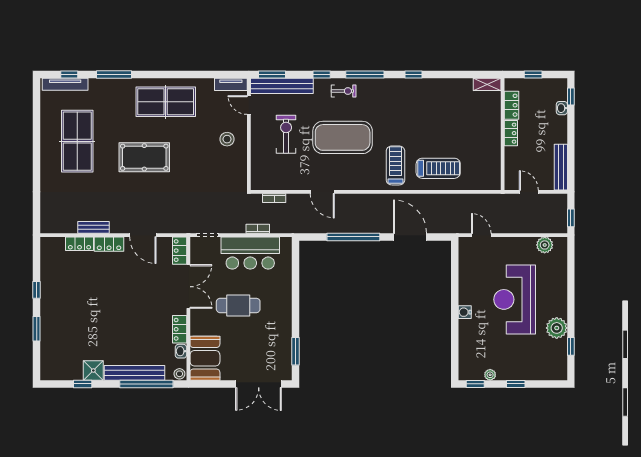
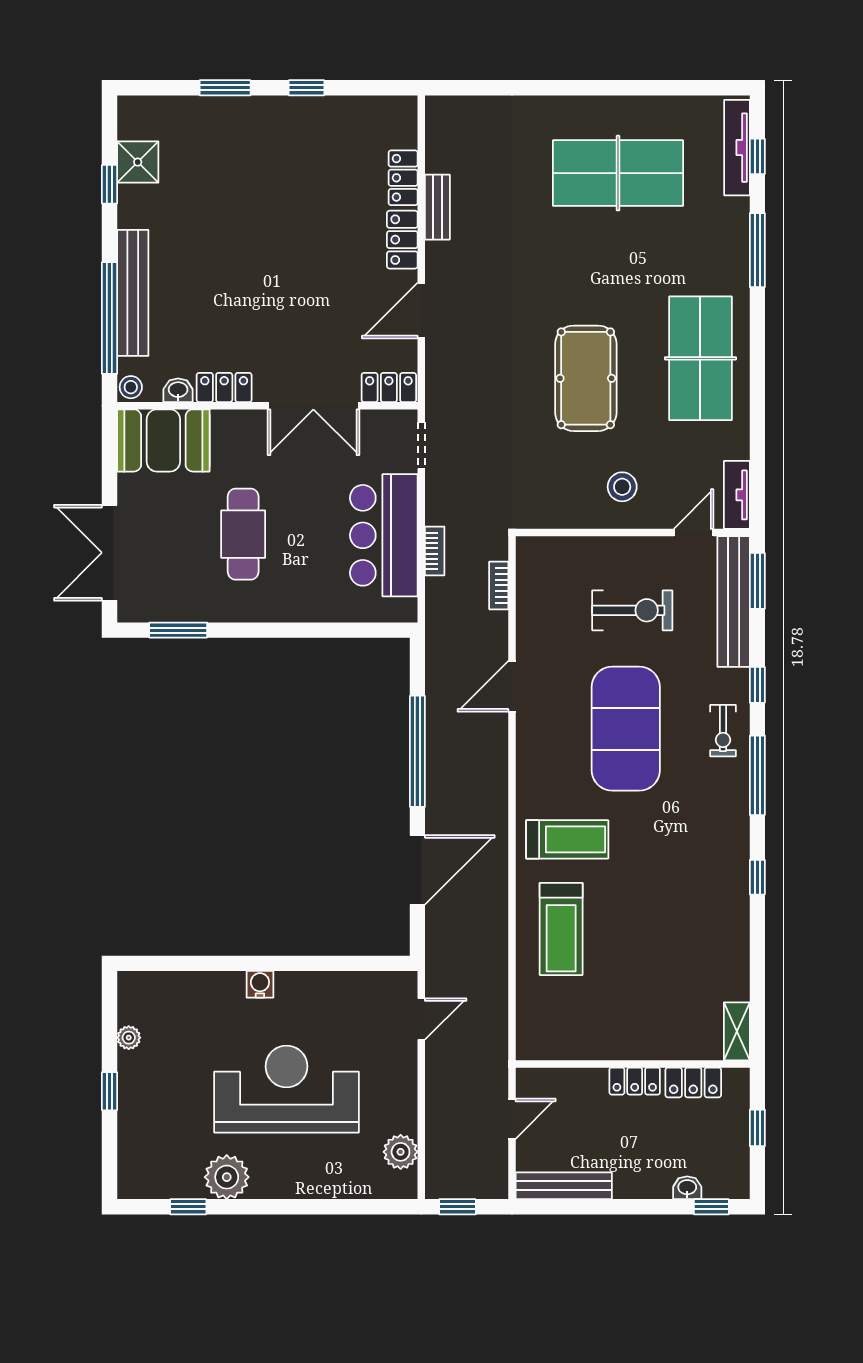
pool table: (144, 157) -> (586, 378), moved
cafe table: (238, 305) -> (243, 534), moved
shower: (93, 371) -> (138, 162), moved
window: (475, 384) -> (109, 1006), removed

